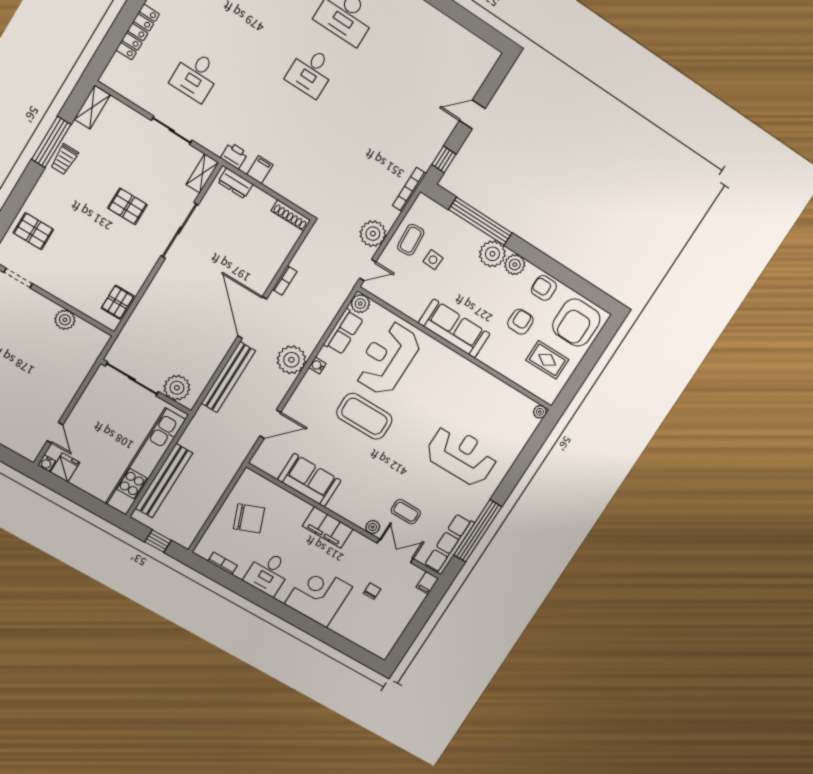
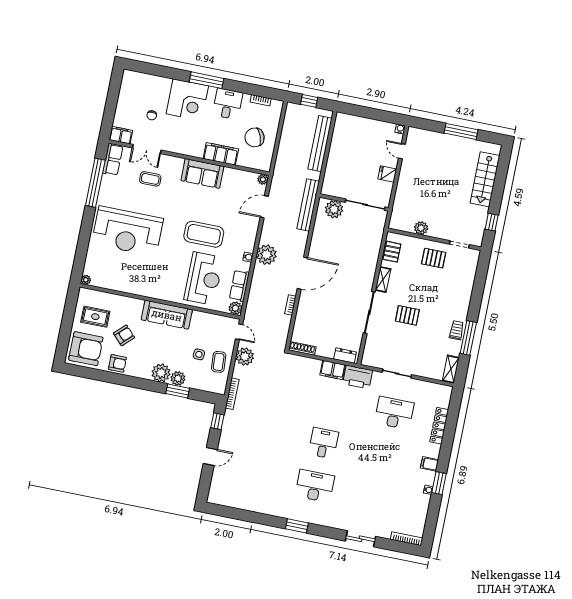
desk: (196, 76) -> (394, 413), width x1.37
printer: (234, 156) -> (358, 377), width x1.87, depth x1.48
filing cabinet: (260, 170) -> (333, 370), width x2.00
shelving: (202, 174) -> (383, 280), moved
window: (480, 221) -> (178, 391), width x0.47
pallet: (33, 231) -> (434, 258), moved
plant: (515, 265) -> (178, 378), moved
door: (368, 270) -> (239, 332), swing flipped
door: (252, 318) -> (302, 273), hinge flipped
armchair: (520, 322) -> (124, 335), turned -134
armchair: (576, 323) -> (86, 349), turned 90
bench: (228, 377) -> (308, 205), moved
reception desk: (462, 455) -> (128, 231), width x1.36, depth x1.30
kitchen unit: (146, 461) -> (337, 153), removed
fridge: (65, 467) -> (387, 174), moved, turned 90
sofa: (309, 480) -> (202, 173), moved
plant: (373, 527) -> (263, 179), moved
filing cabinet: (328, 528) -> (221, 154), moved
row of seats: (449, 544) -> (113, 160), width x0.68
filing cabinet: (427, 583) -> (121, 135), width x2.00
window: (284, 612) -> (207, 80), added

